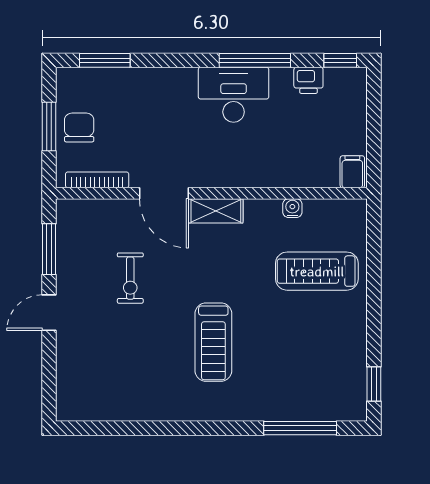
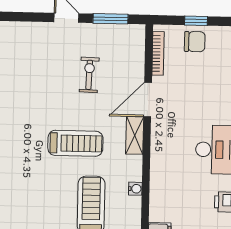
window: (49, 127) -> (196, 21), width x0.67
exercise bike: (130, 278) -> (89, 75), turned 92
treadmill: (213, 342) -> (75, 143), moved, turned 180

